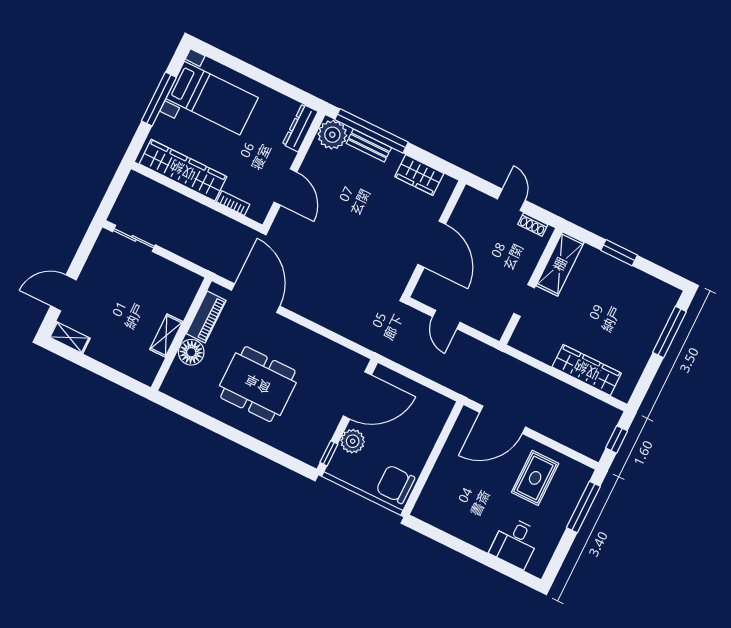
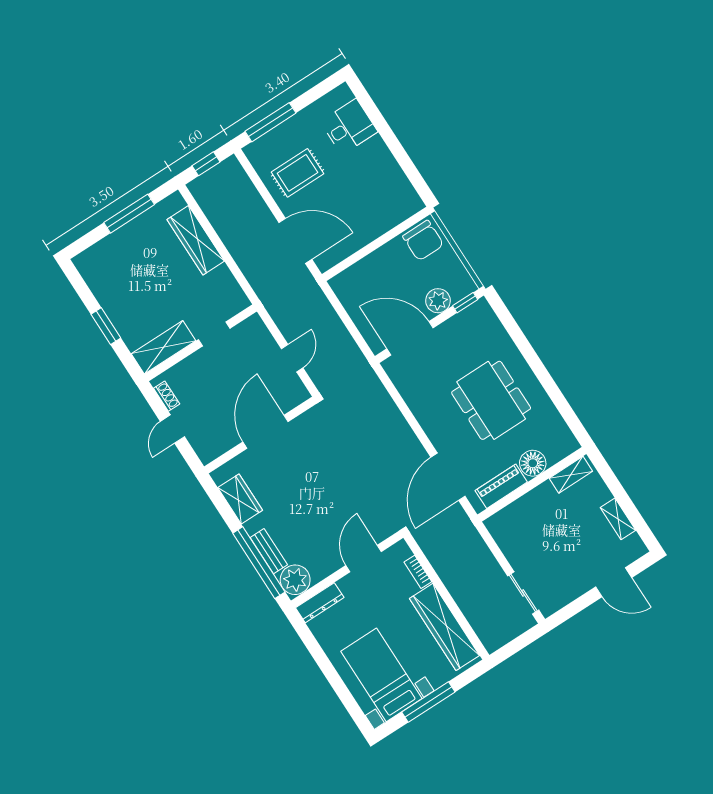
window: (669, 332) -> (129, 214), moved
shelving: (166, 335) -> (571, 475), moved
shelving: (69, 337) -> (618, 519), moved

